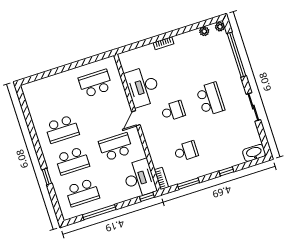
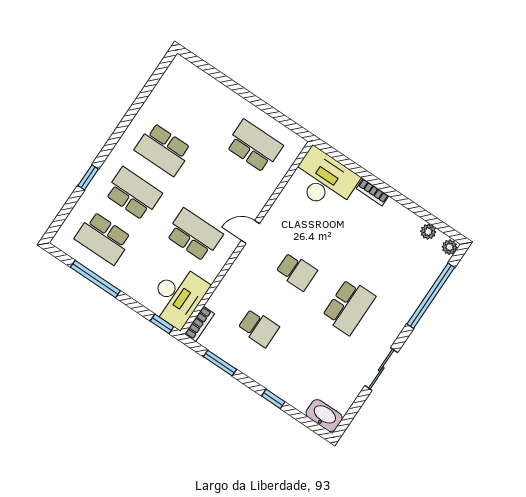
desk: (143, 87) -> (324, 180), moved, turned 90
school desk: (72, 161) -> (133, 194), turned 180

